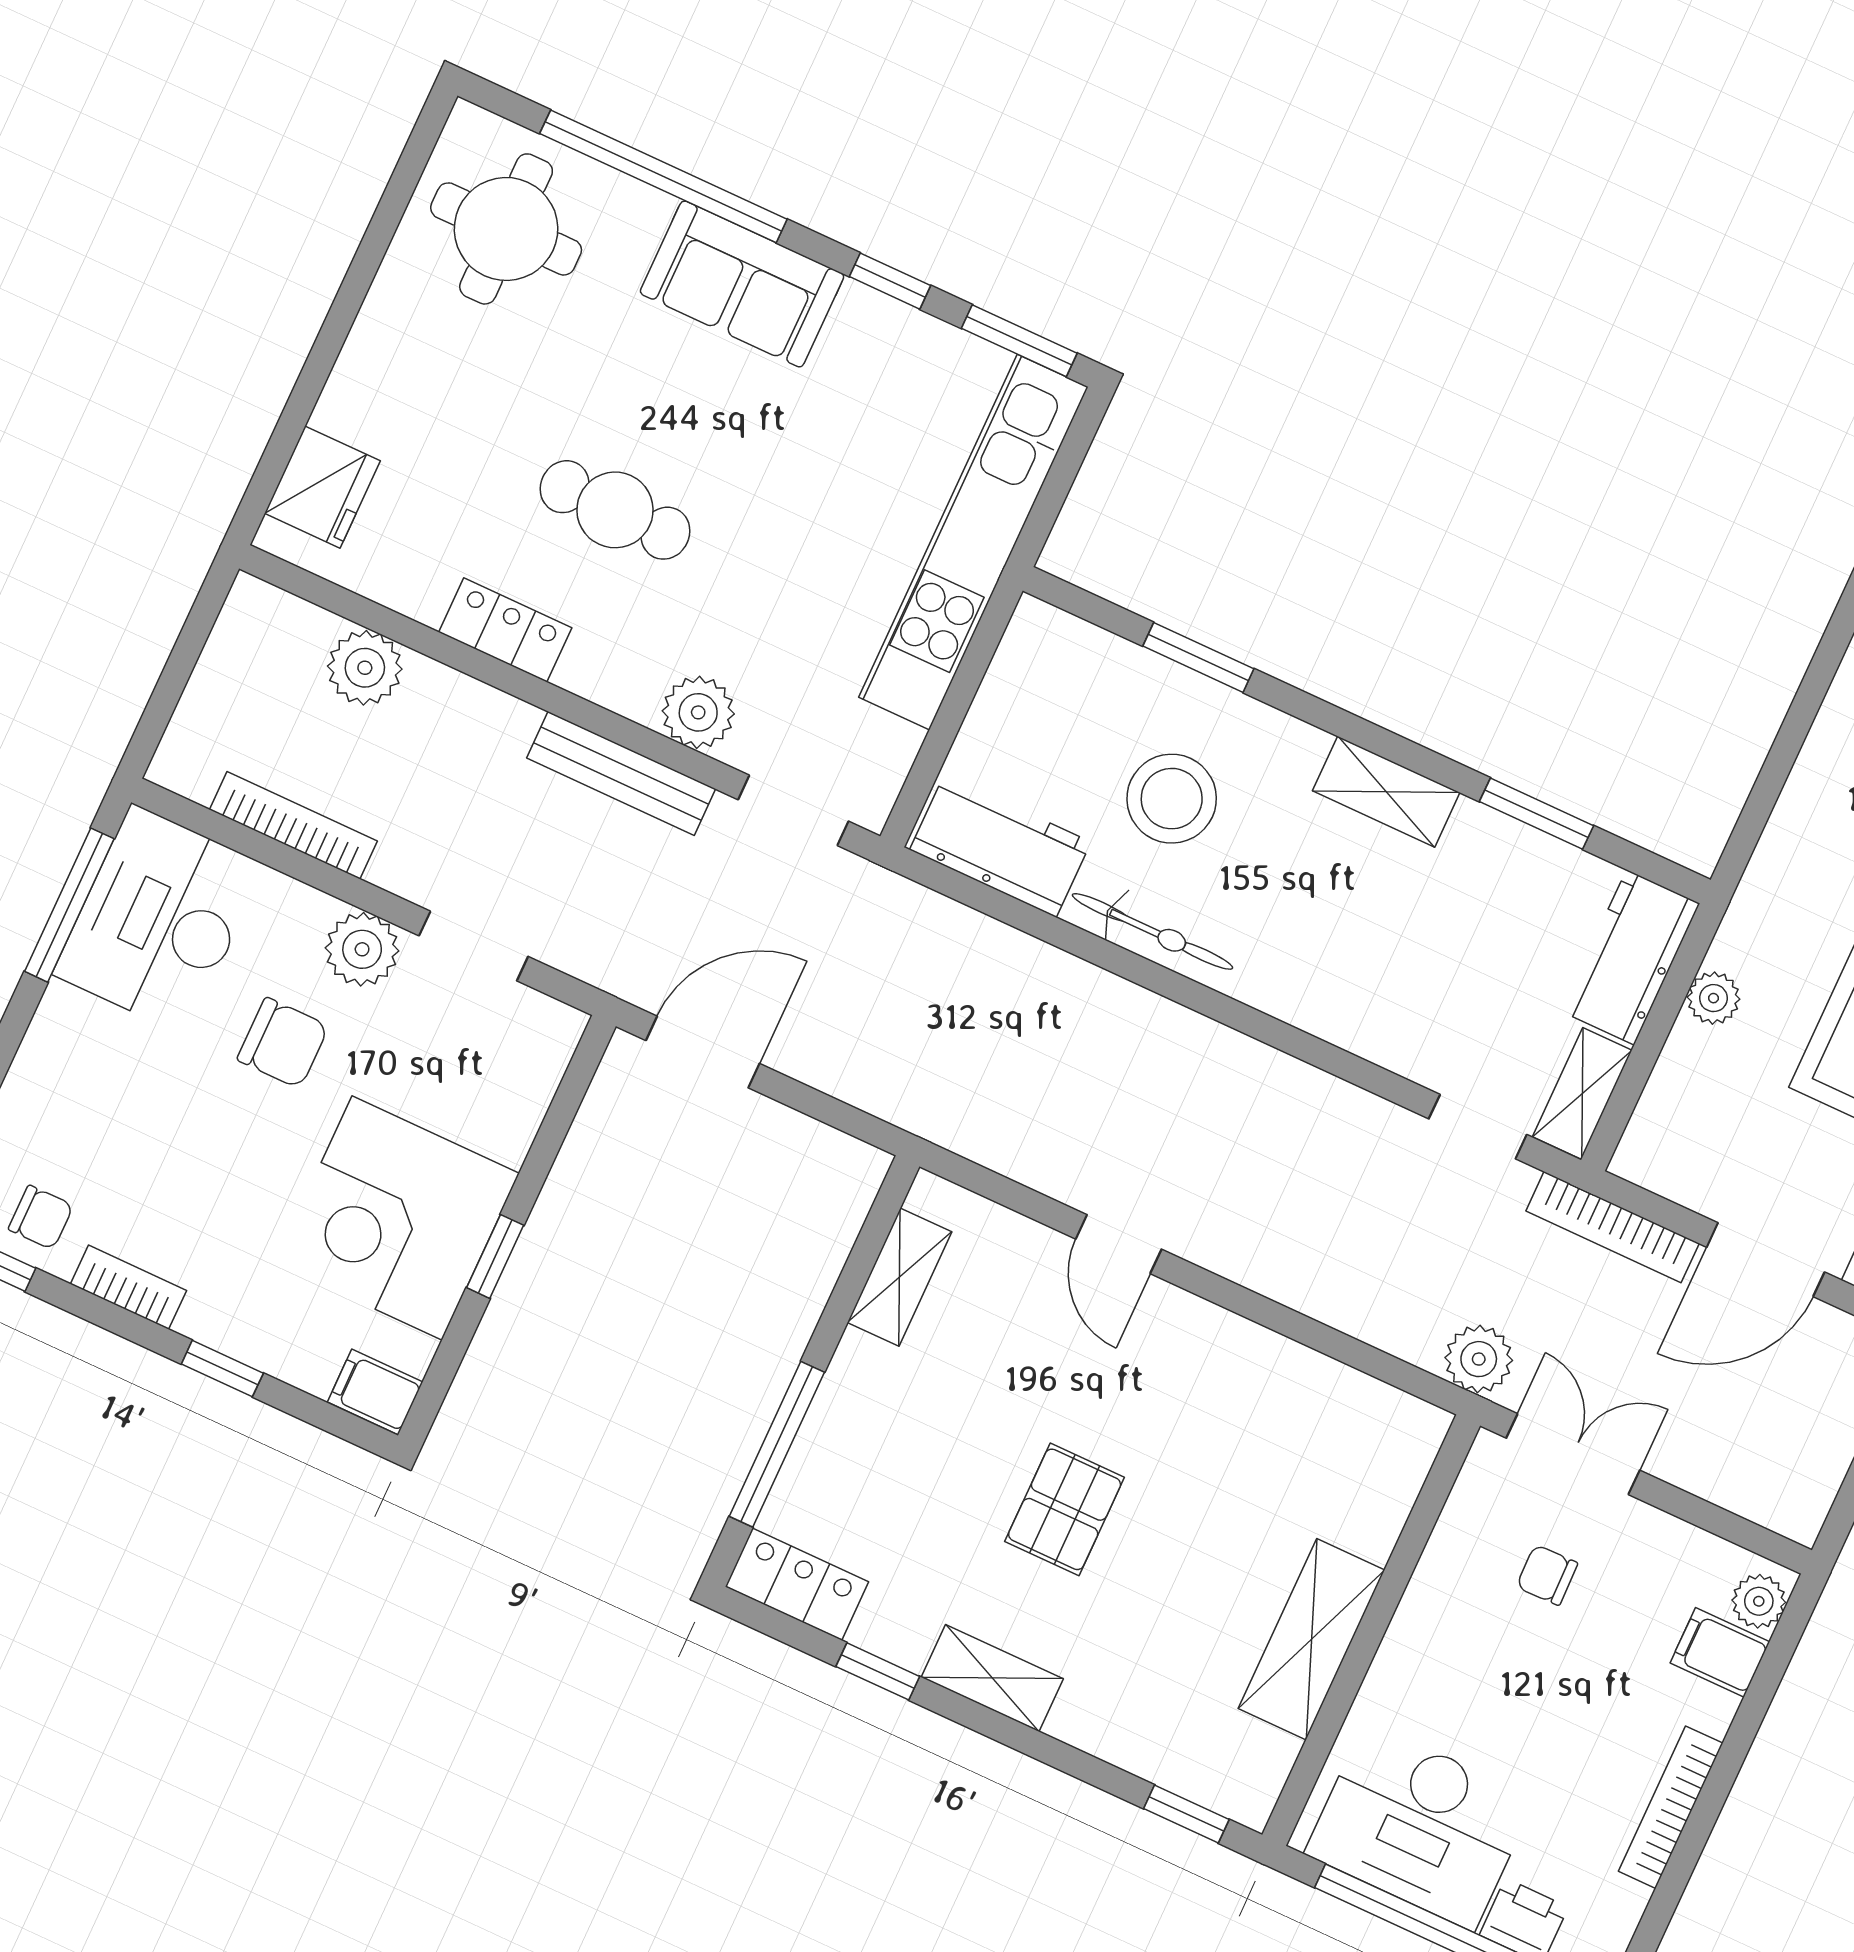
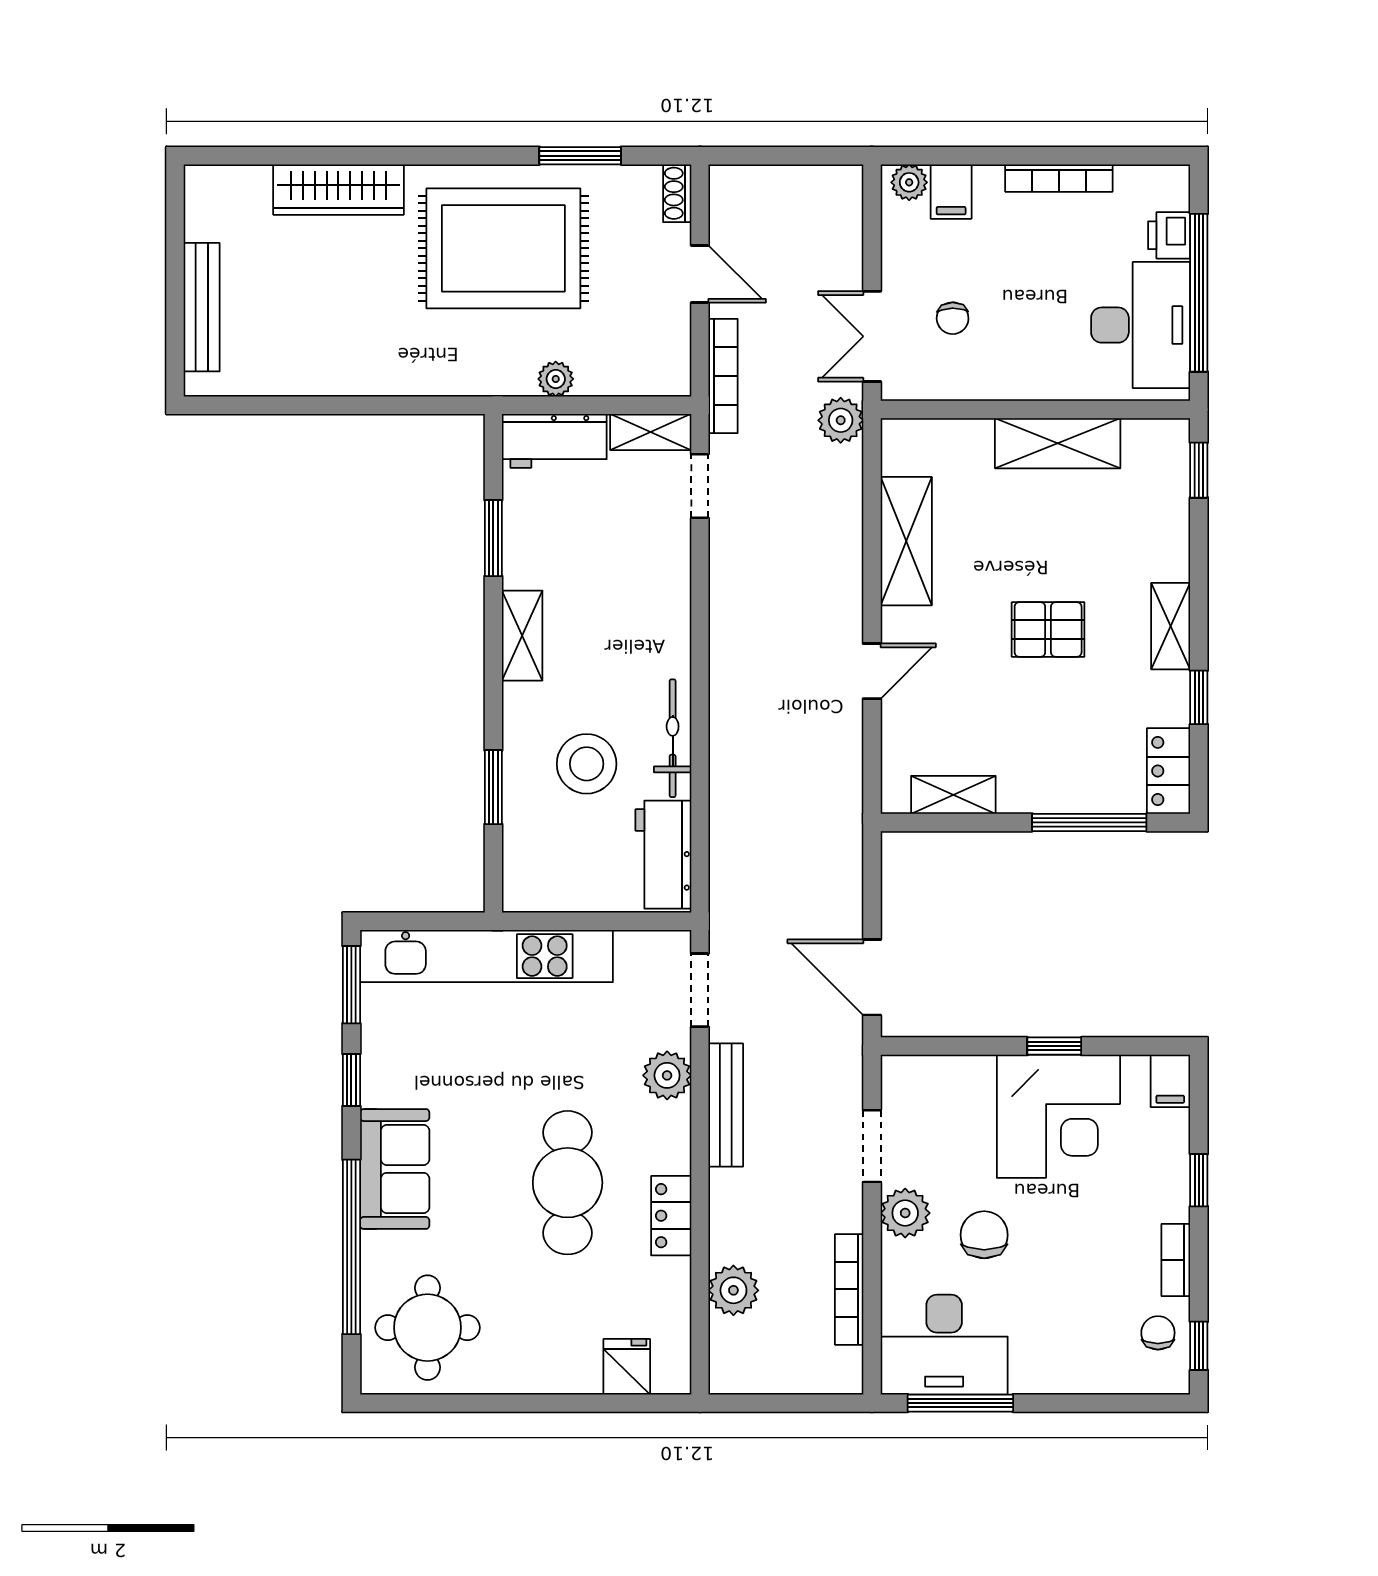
fridge: (322, 487) -> (627, 1367), width x0.72
cafe table: (615, 510) -> (568, 1183), width x1.37, depth x1.35
door: (1766, 1260) -> (700, 274), width x0.73
shelving: (1274, 1372) -> (906, 541), added

